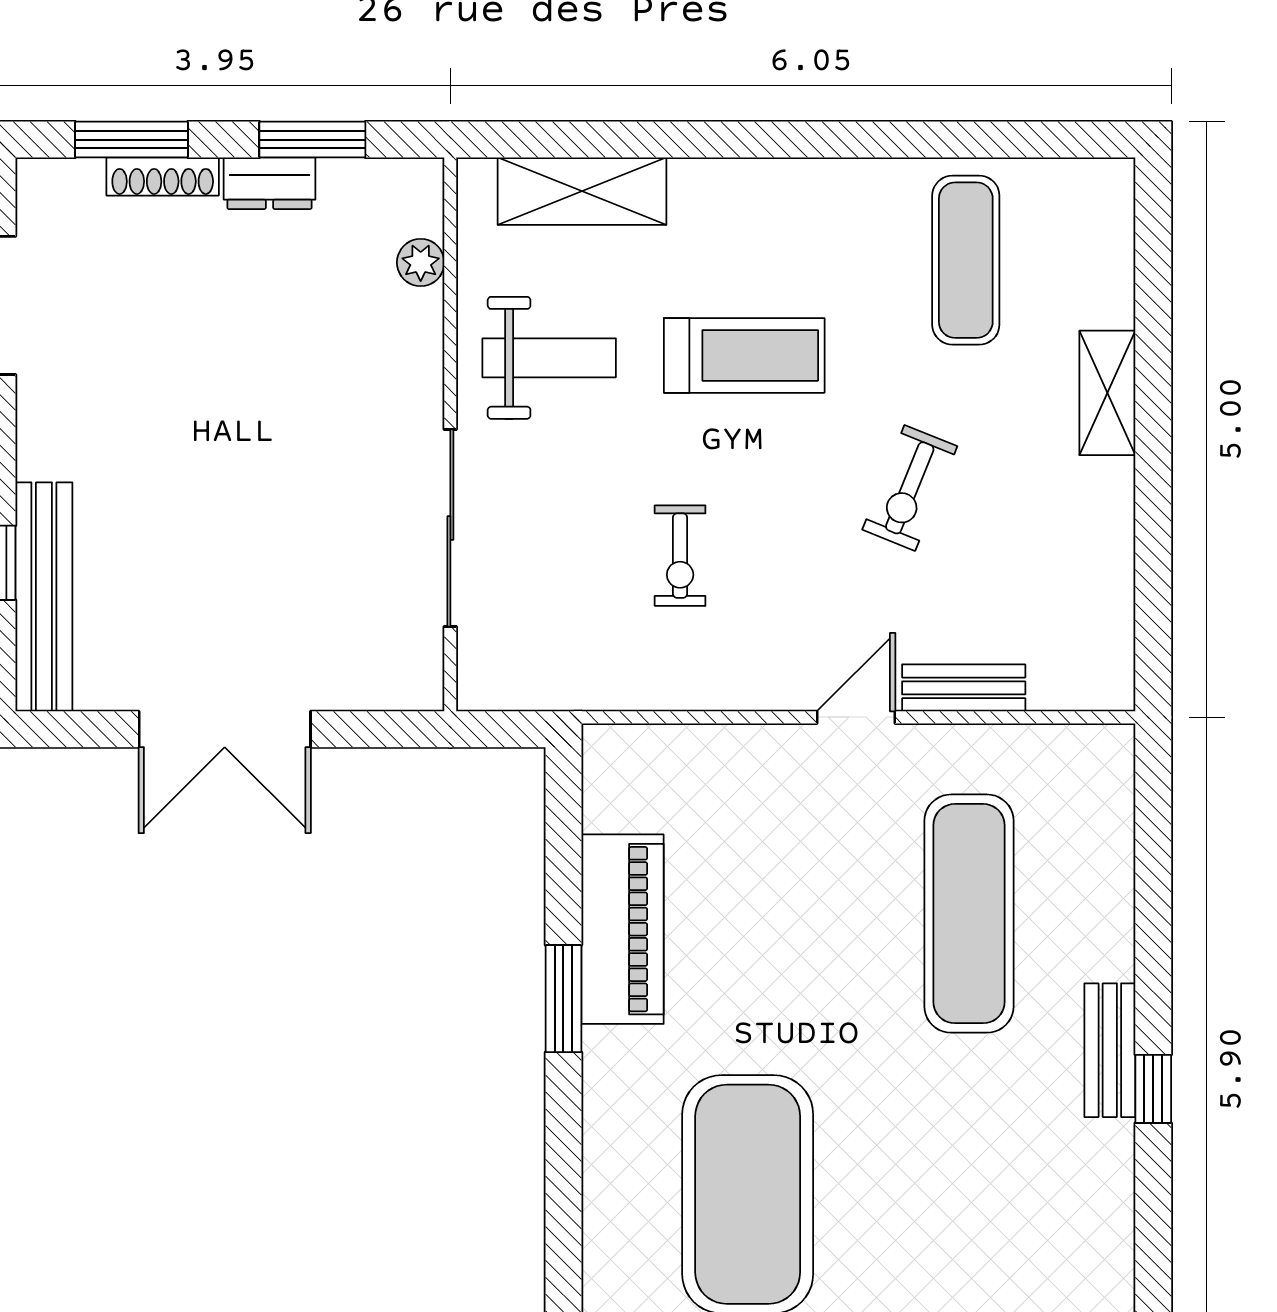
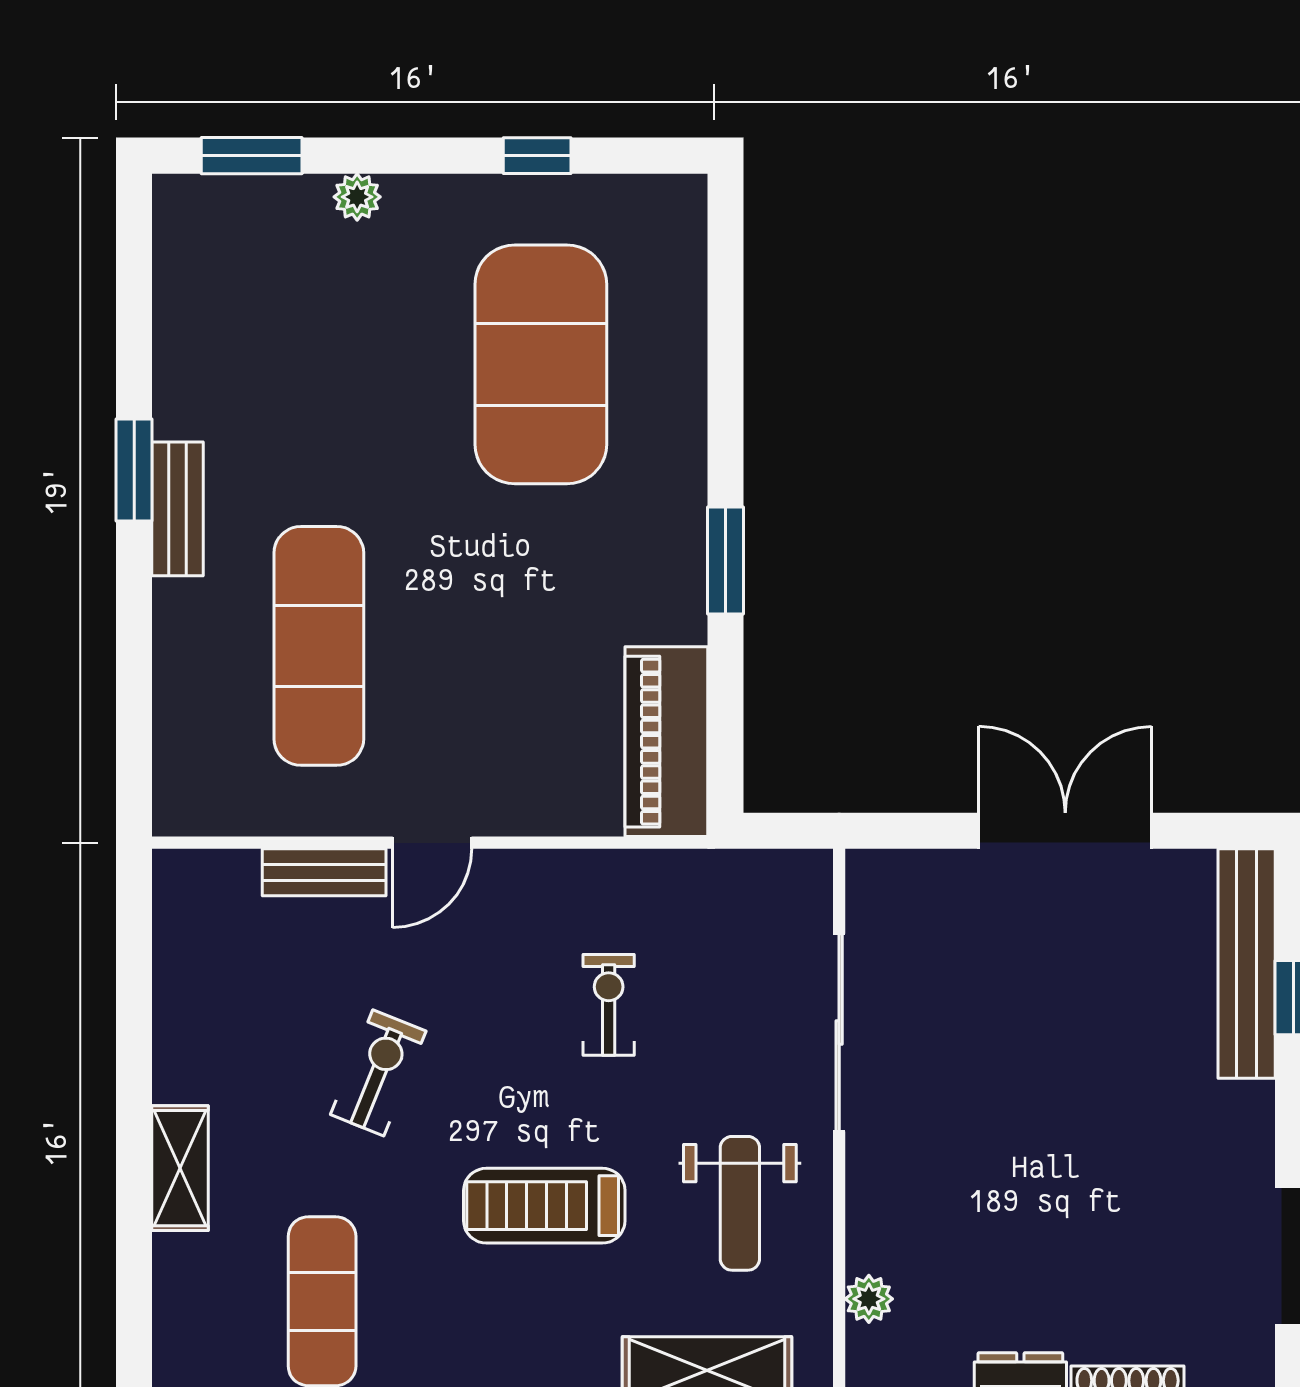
weight bench: (549, 358) -> (740, 1203), turned -90
piano: (623, 929) -> (666, 742), moved
window: (1153, 1089) -> (134, 470), width x1.50

